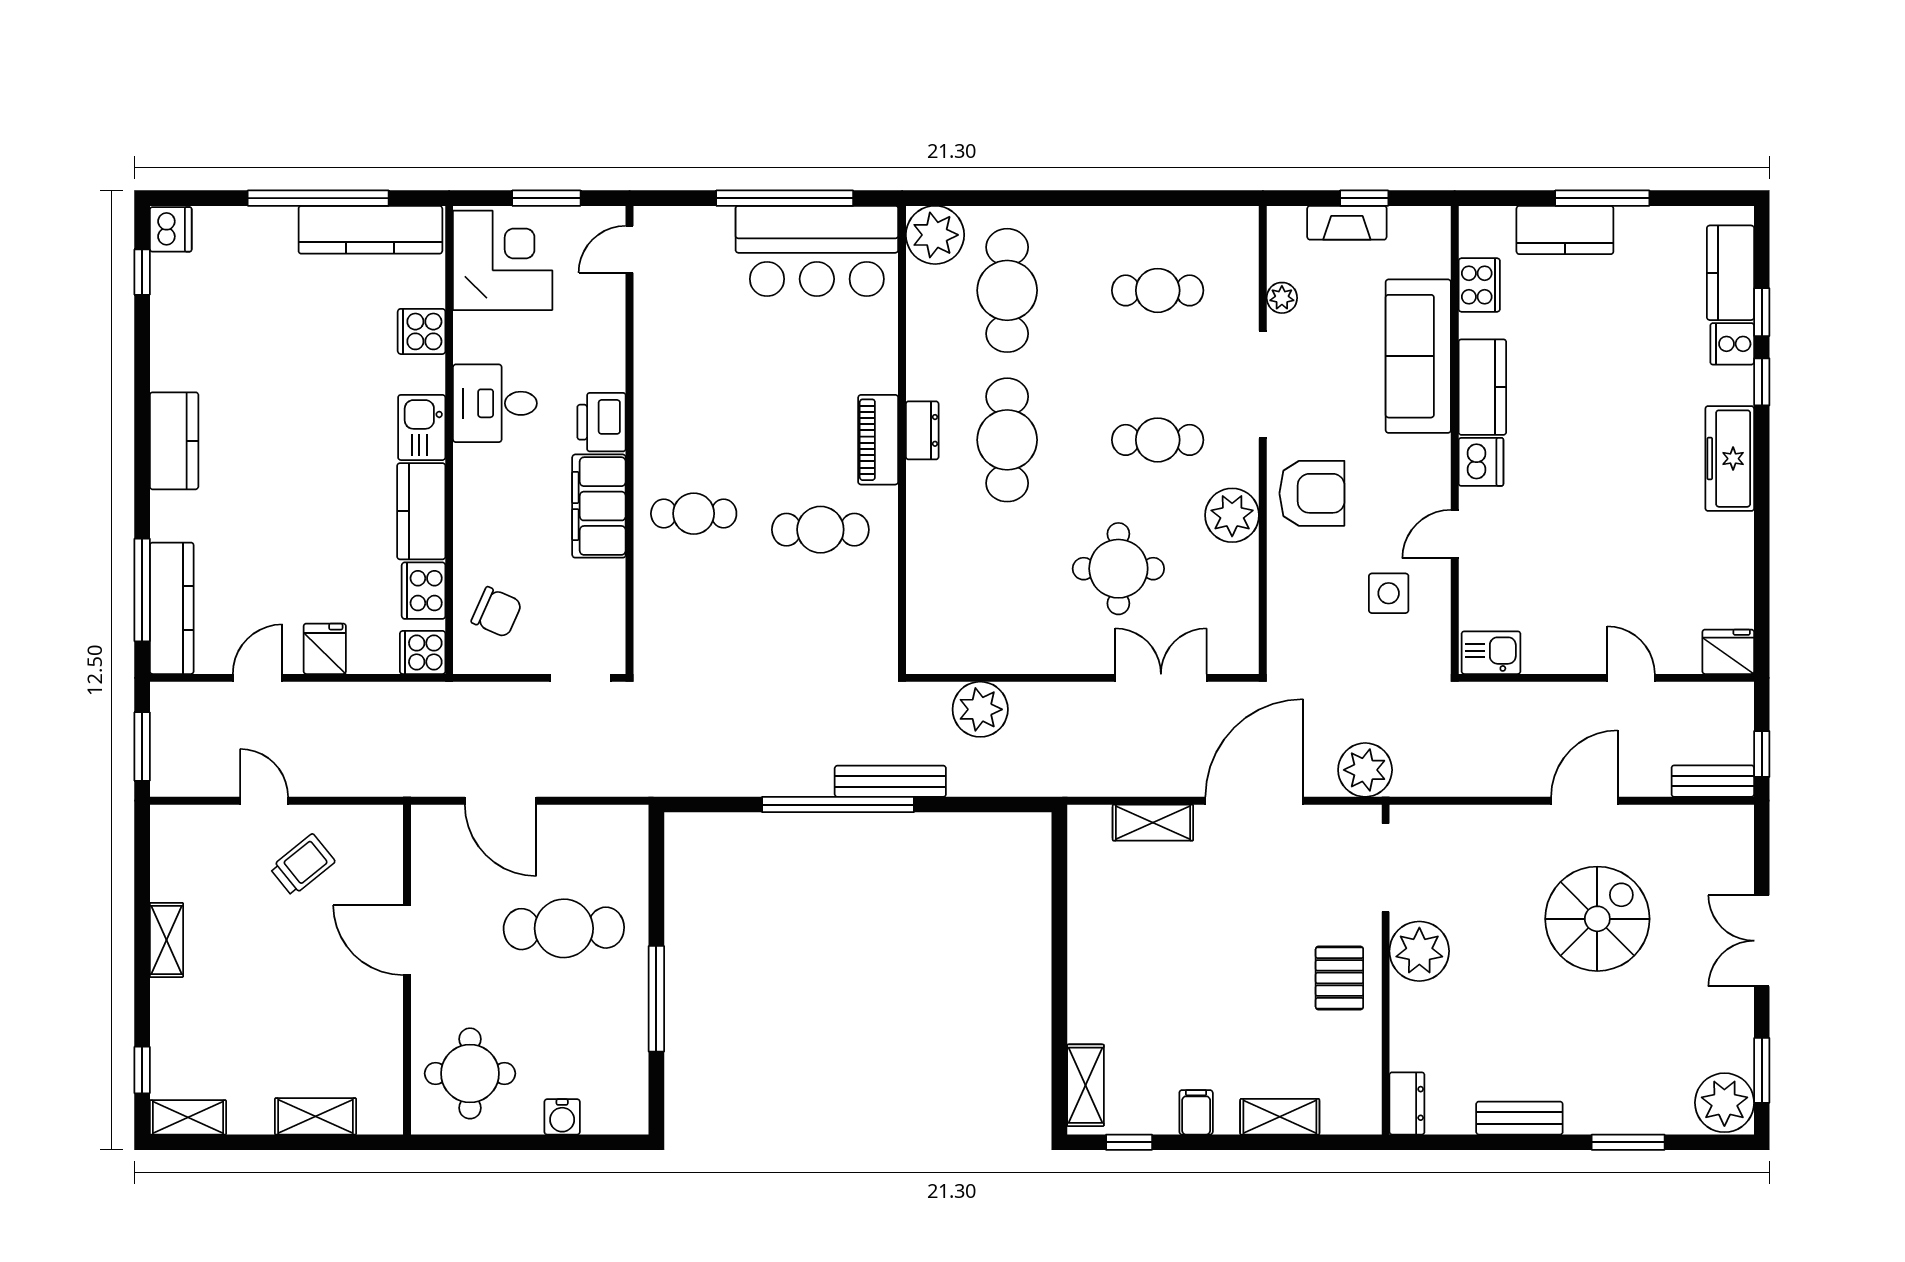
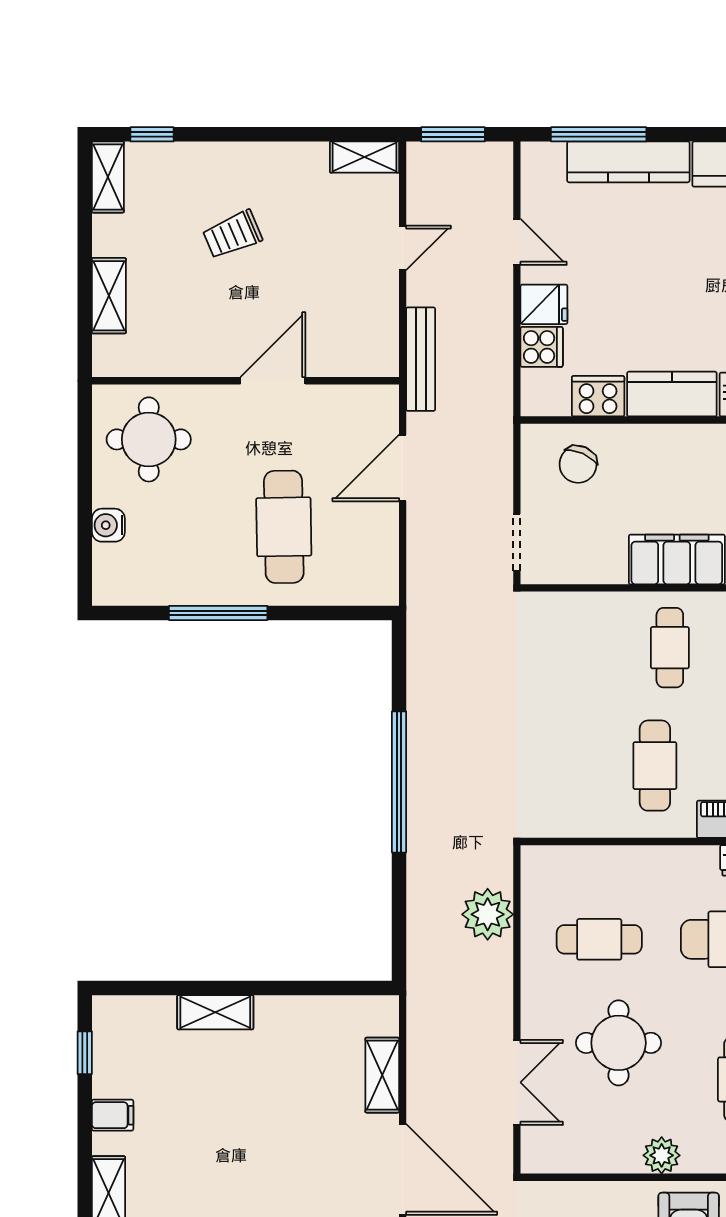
plant: (1232, 515) -> (662, 1155), width x0.73, depth x0.73
cafe table: (1007, 589) -> (599, 939), added
kitchen counter: (172, 608) -> (628, 162), moved
cooker: (423, 652) -> (542, 347), moved, turned 90
bench: (890, 781) -> (421, 359), moved
trolley: (303, 865) -> (232, 235), moved, turned 106
shelving: (167, 940) -> (364, 157), moved
shelving: (1085, 1085) -> (215, 1012), moved

